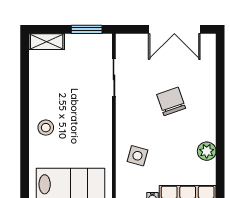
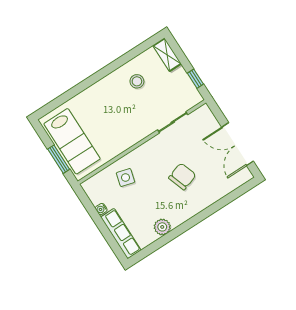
window: (87, 29) -> (195, 79), width x0.67
stool: (46, 128) -> (137, 81), moved

